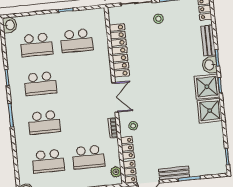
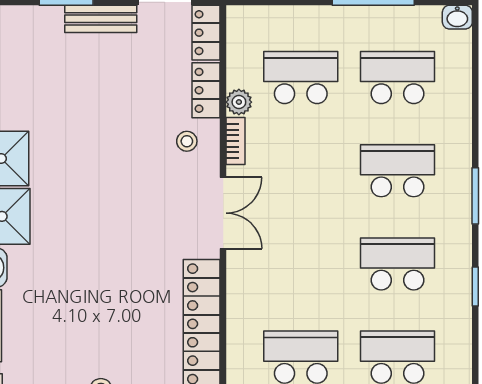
double door: (115, 97) -> (223, 213), swing flipped
plant: (116, 172) -> (239, 102), moved

